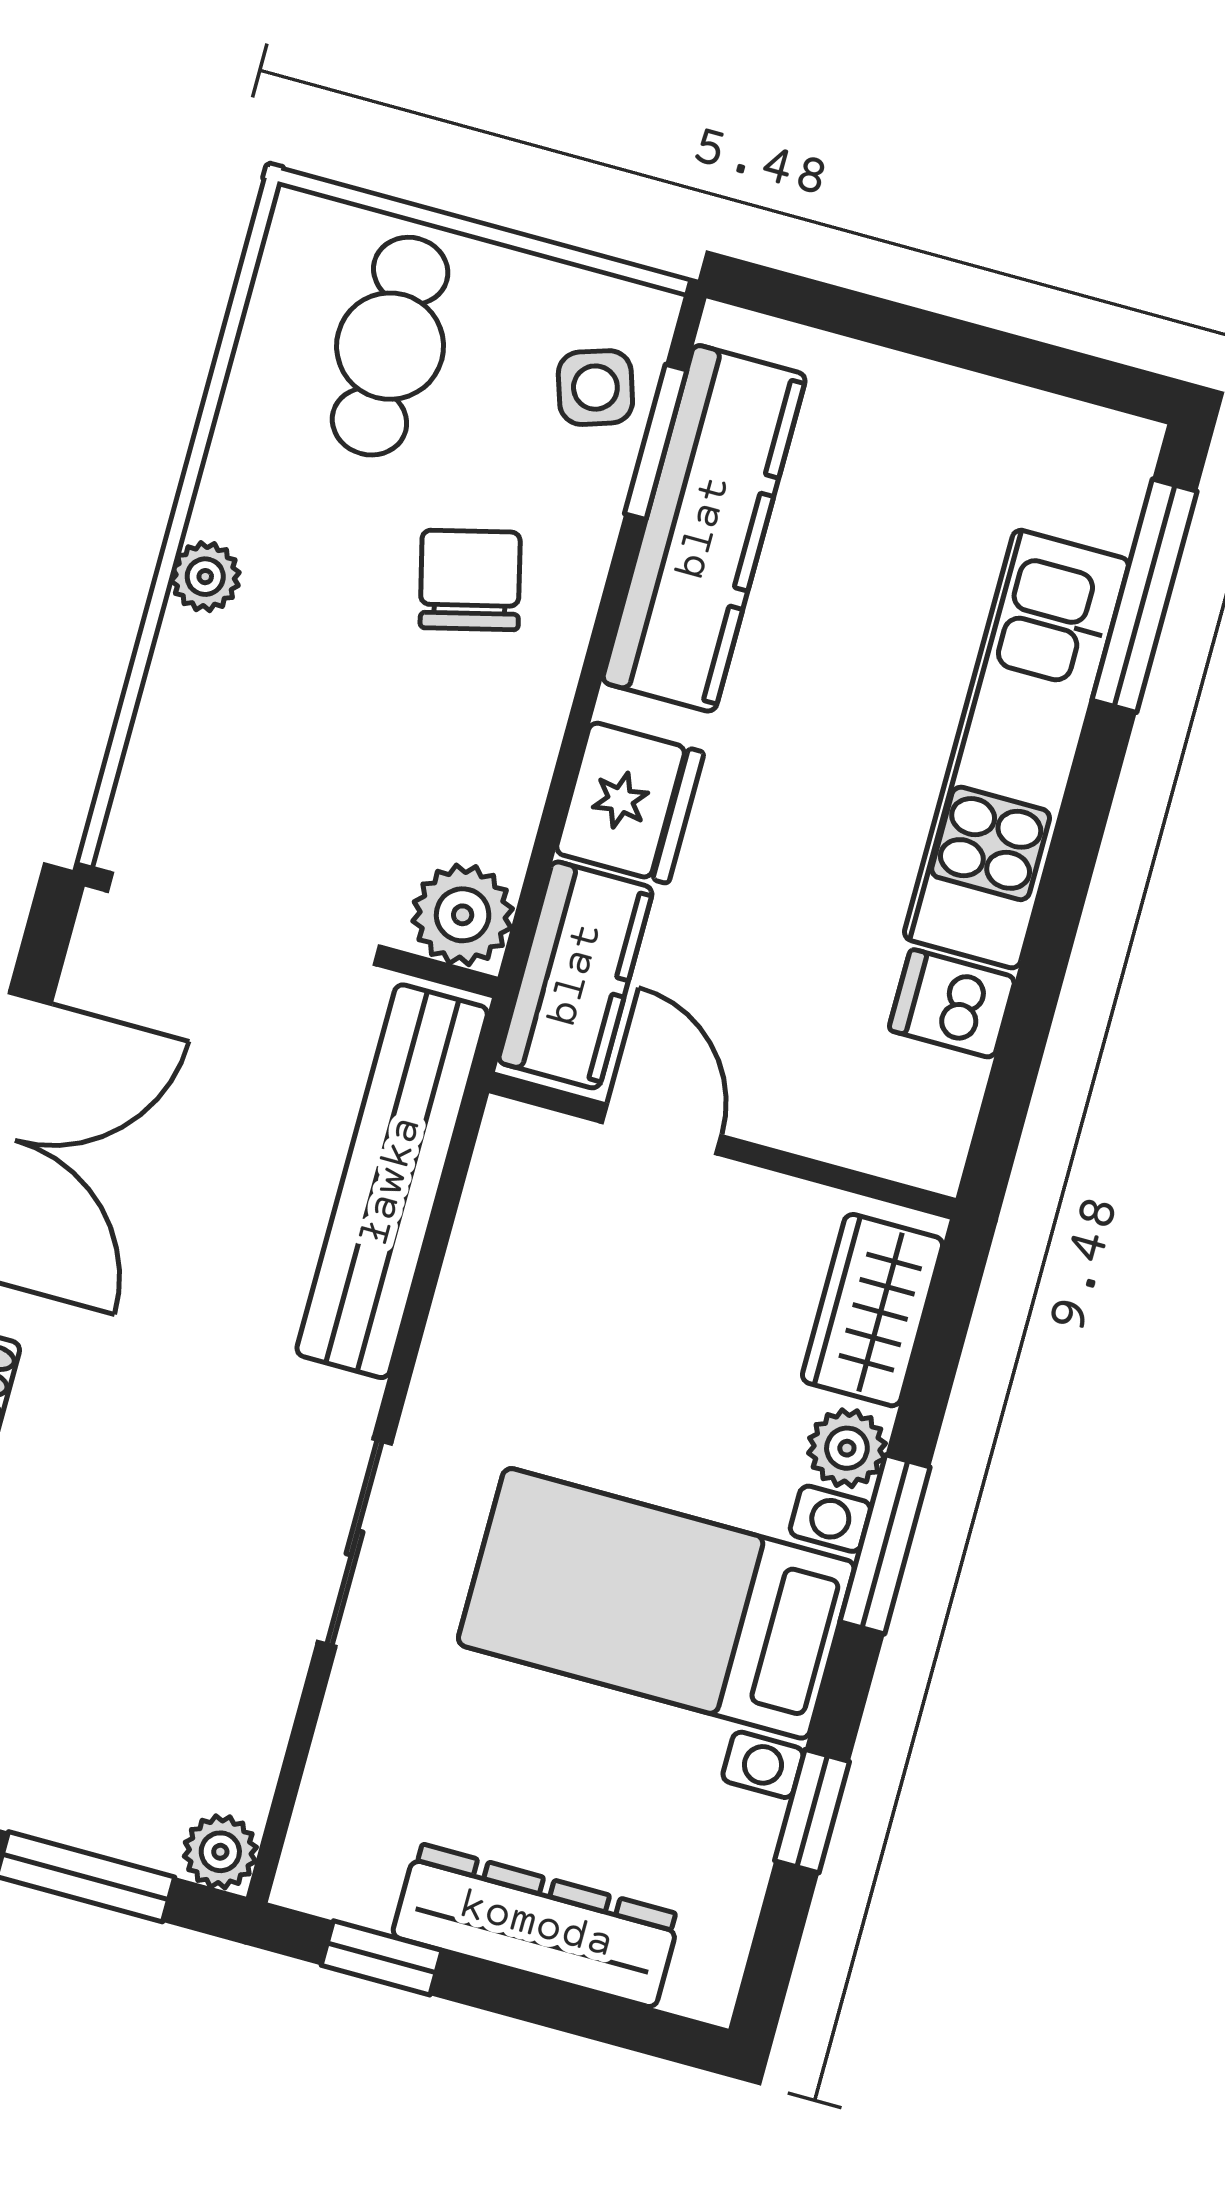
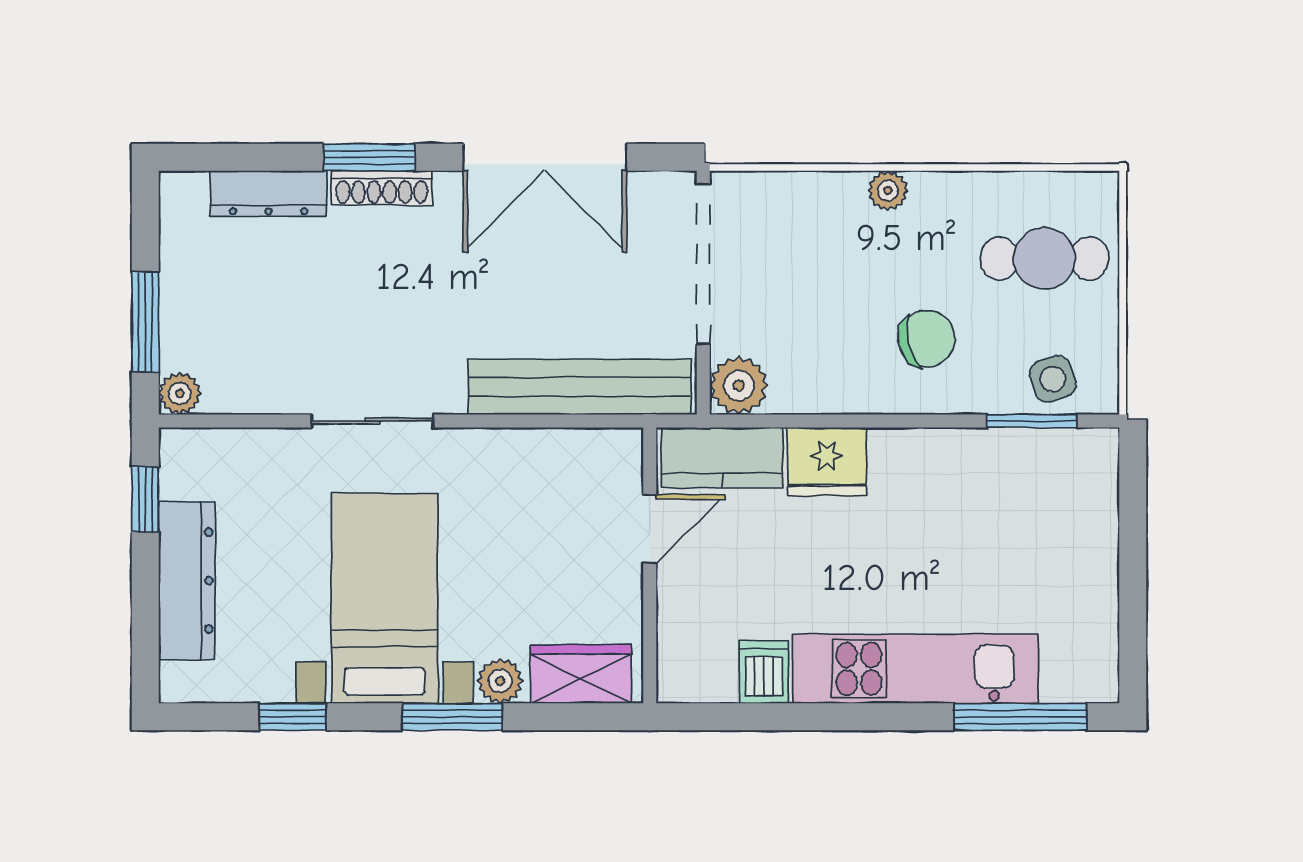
kitchen counter: (704, 528) -> (991, 461), removed

